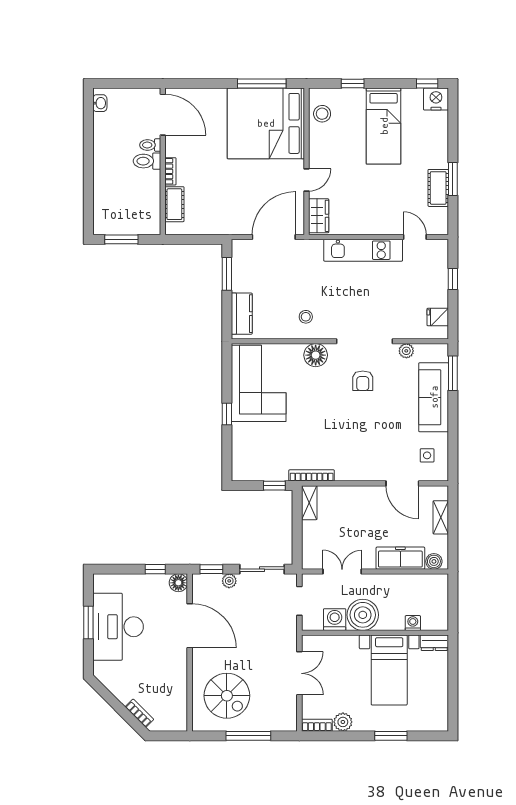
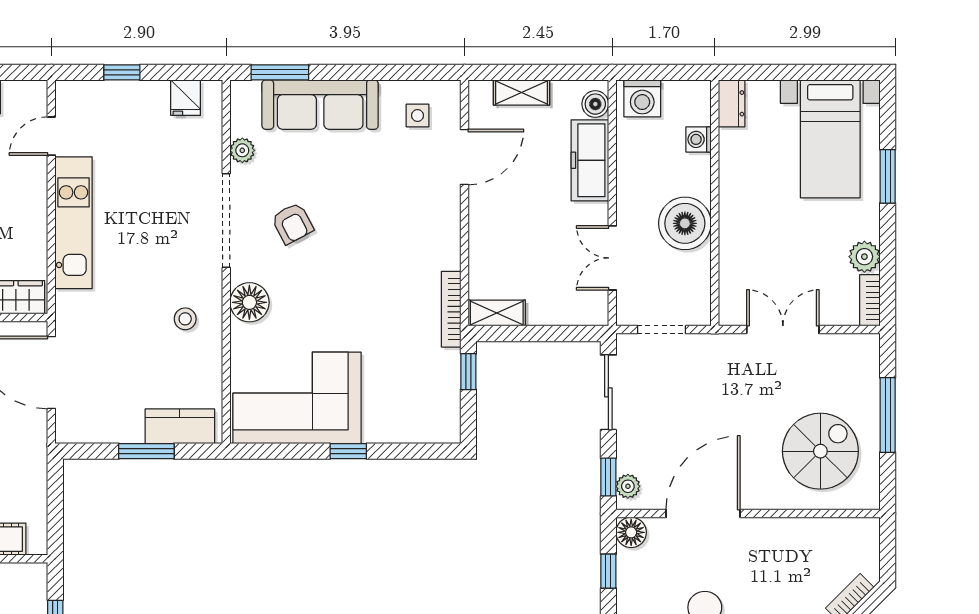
window: (227, 274) -> (146, 451), moved
armchair: (363, 381) -> (292, 223), turned 62
plant: (229, 581) -> (628, 486), moved
washing machine: (335, 620) -> (642, 98), moved, turned -90
bed with nightstands: (389, 670) -> (830, 139), moved, turned 90

